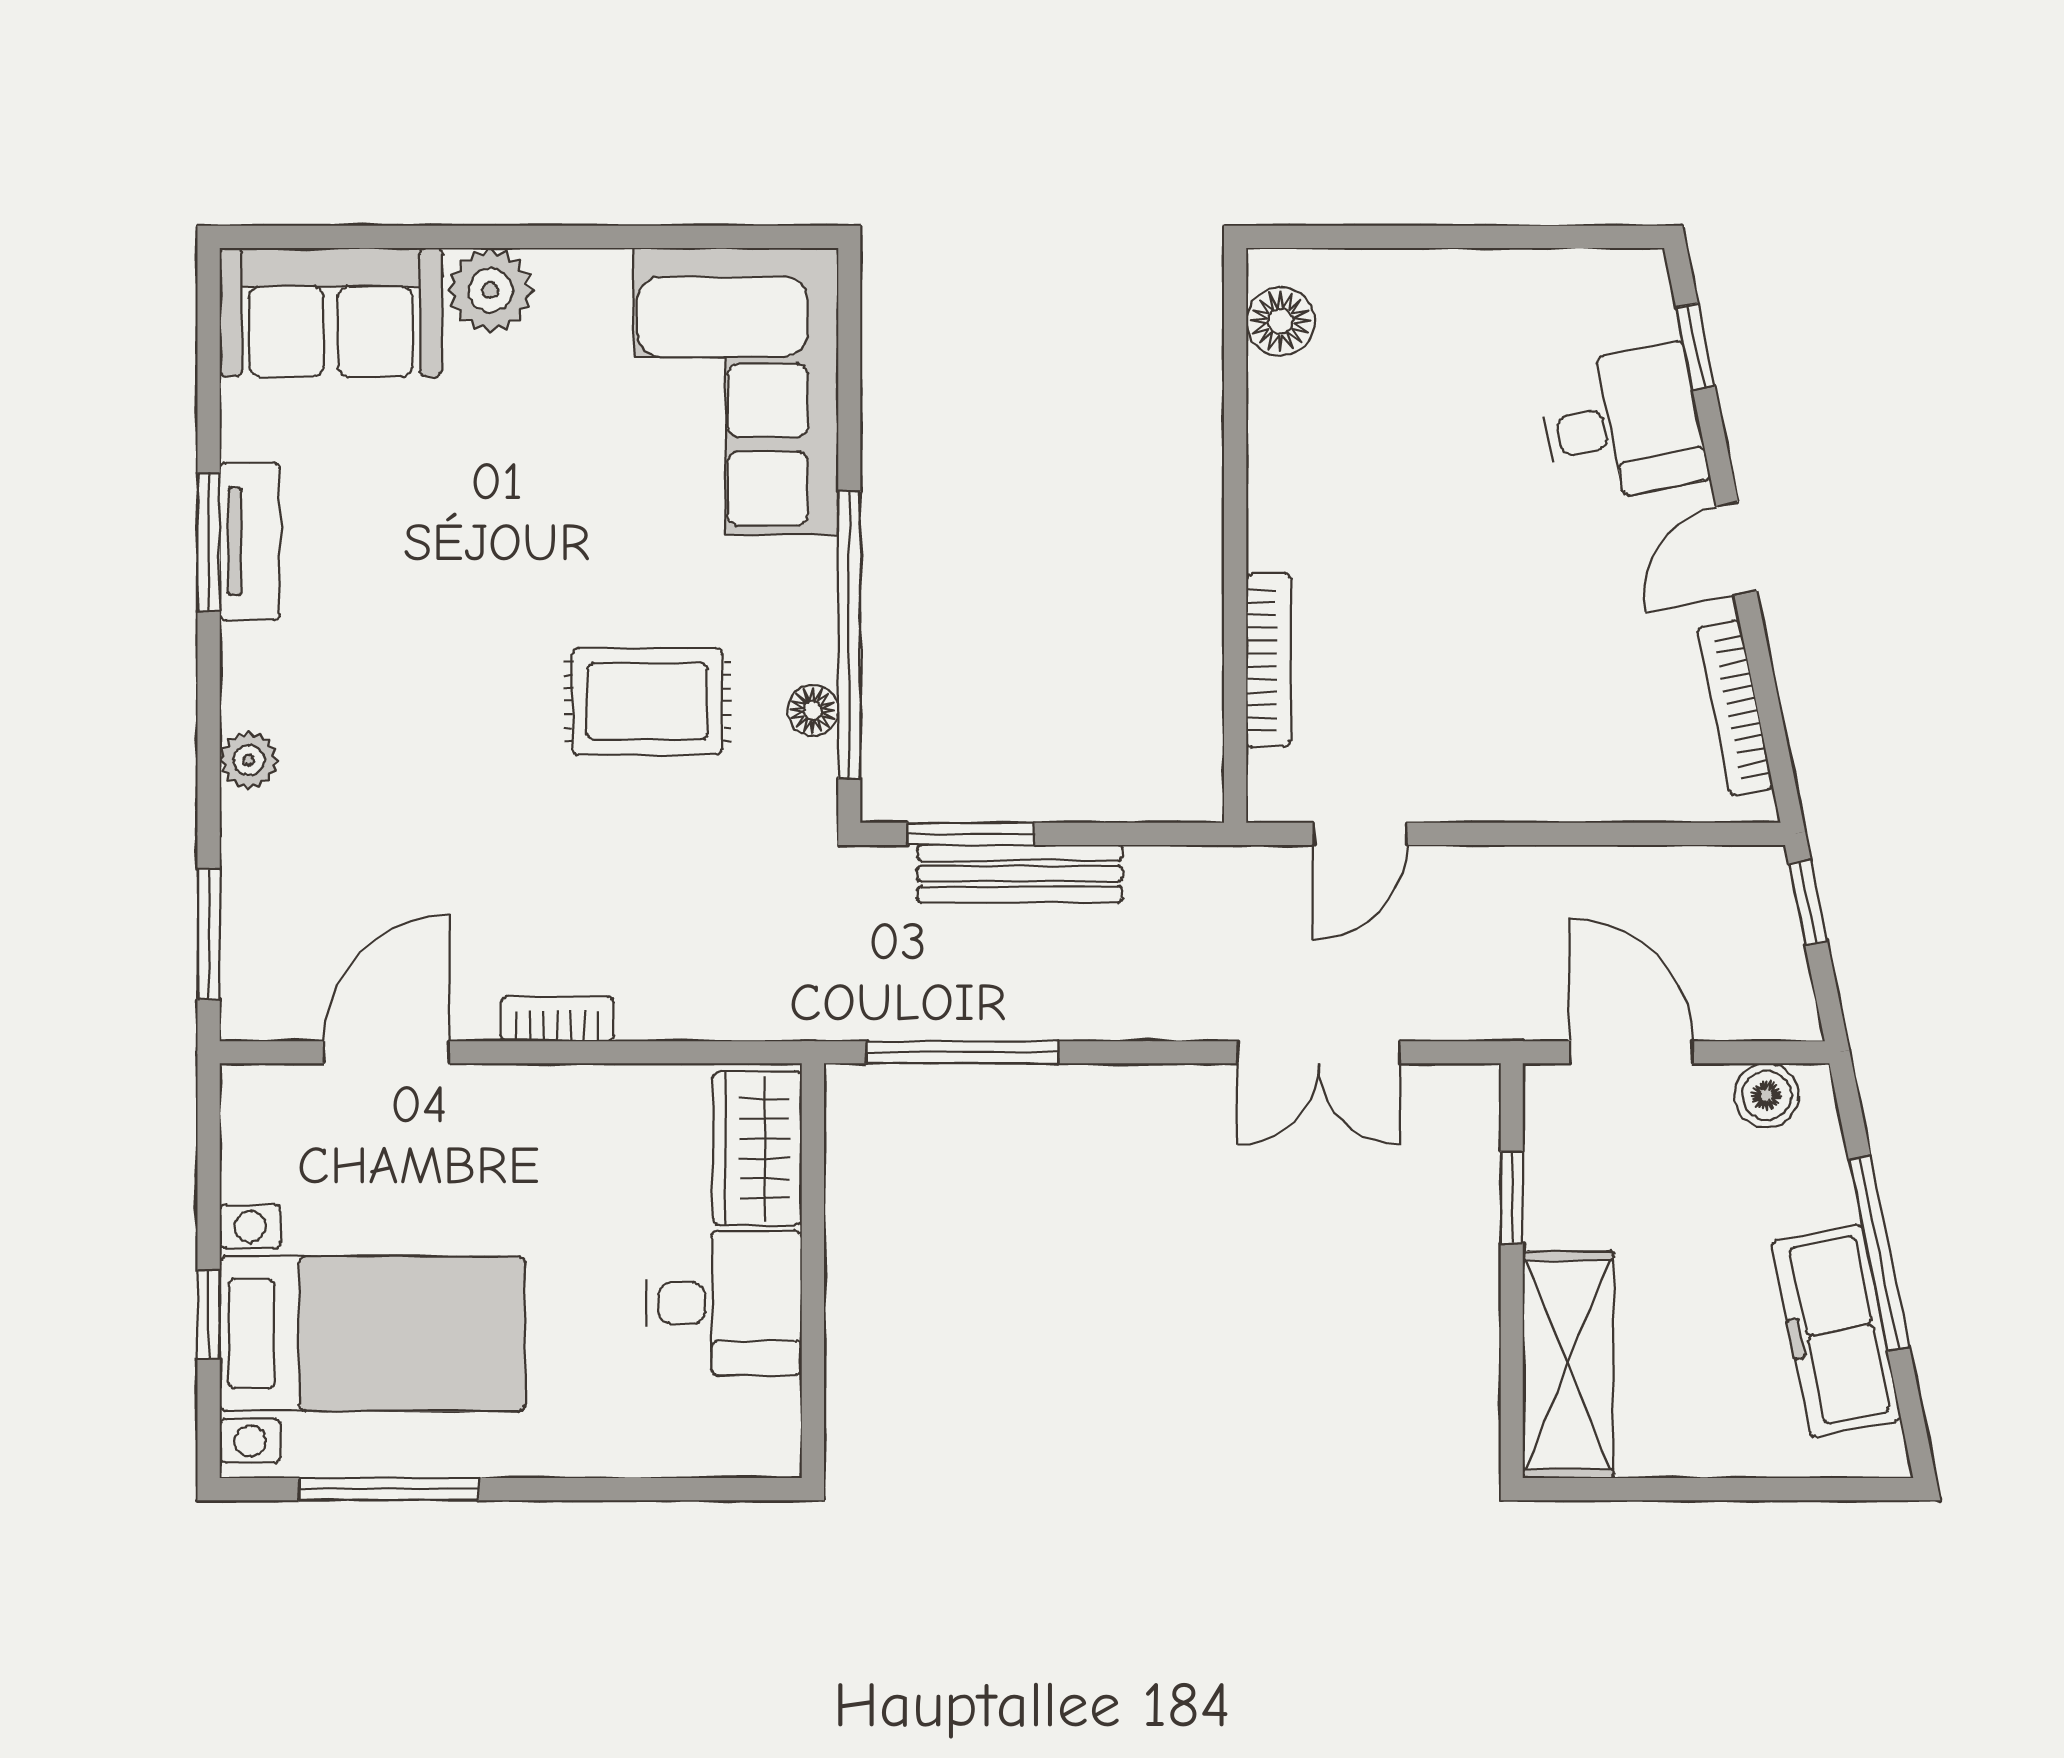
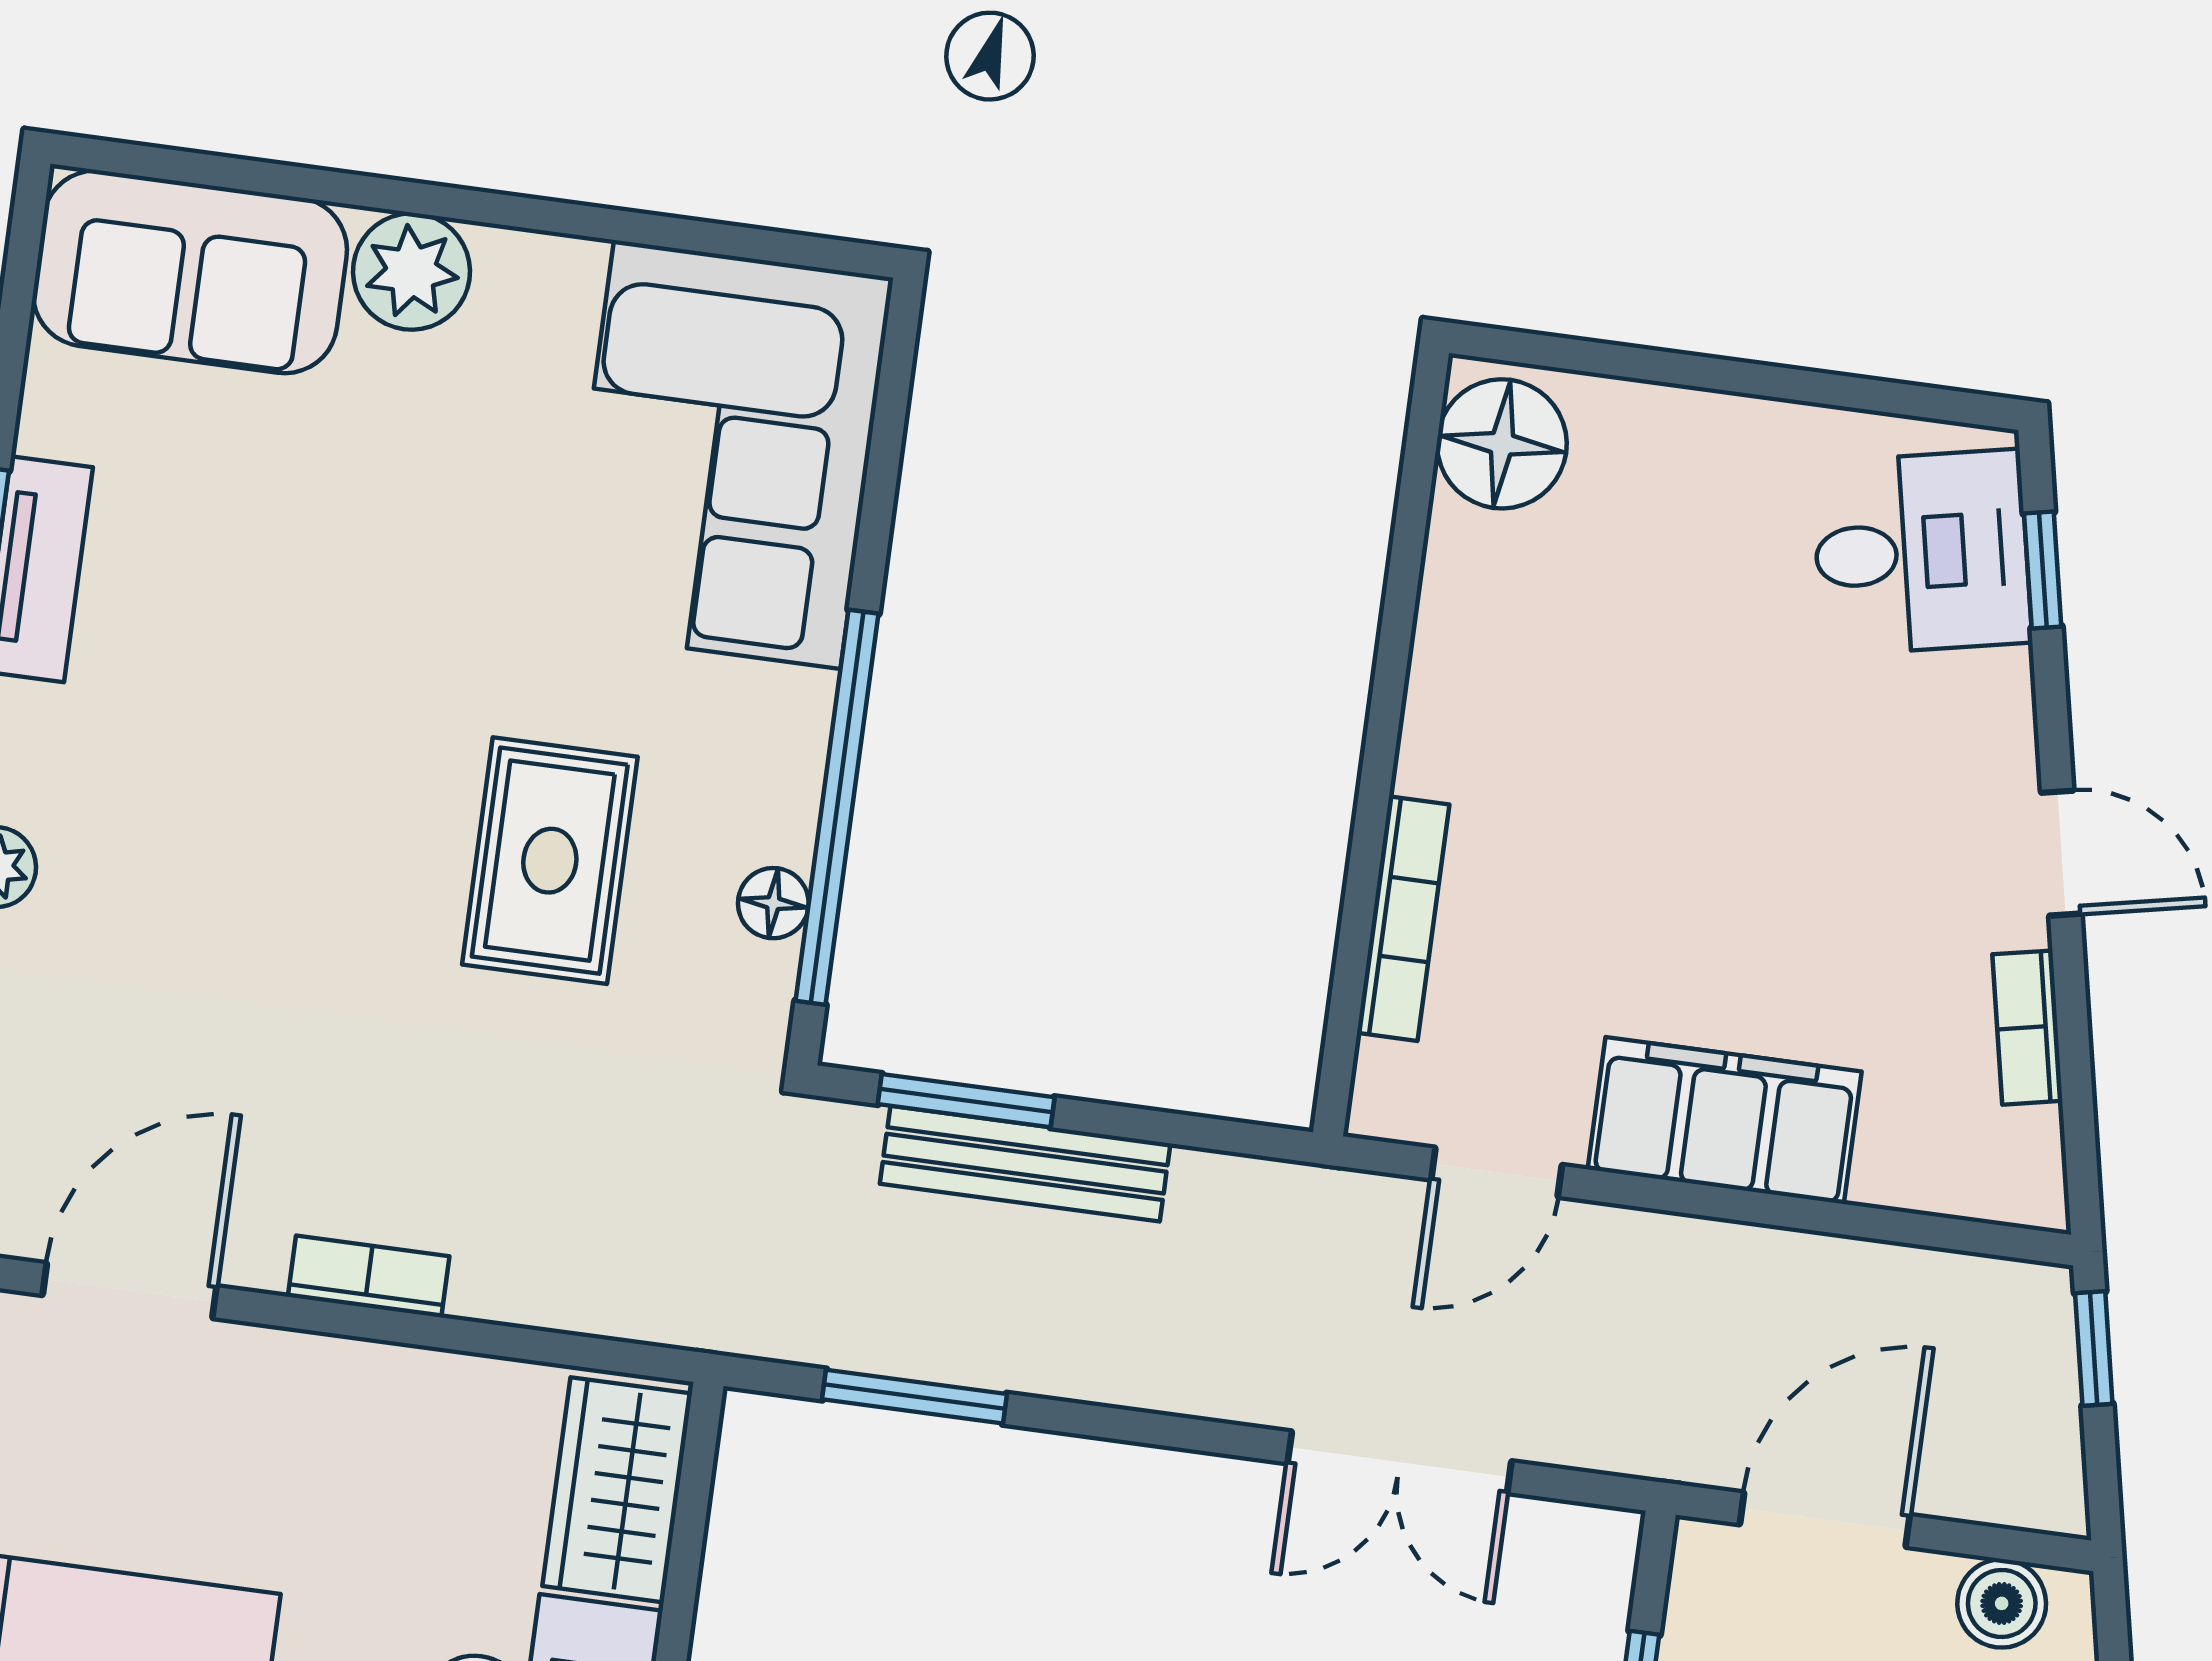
floor lamp: (1280, 321) -> (1502, 444), width x1.38, depth x1.38
desk: (1622, 425) -> (1921, 552), moved
door: (1736, 549) -> (2061, 853), swing flipped
rug: (648, 701) -> (550, 861), turned 90
bookcase: (1735, 708) -> (2027, 1028), width x0.64
filing cabinet: (1520, 774) -> (1725, 1120), added
window: (963, 1052) -> (915, 1397), width x0.69
door: (1631, 1052) -> (1825, 1520), hinge flipped

